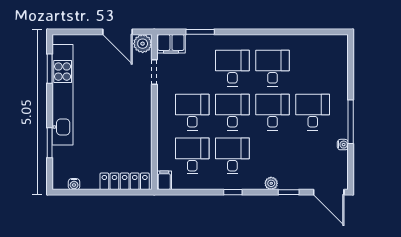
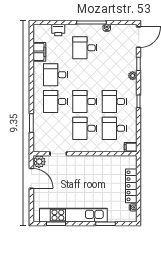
door: (117, 32) -> (31, 178), hinge flipped
filing cabinet: (171, 44) -> (39, 52), moved
printer: (339, 72) -> (58, 30), added
desk: (273, 112) -> (85, 75), removed
locker: (125, 181) -> (131, 186), moved

